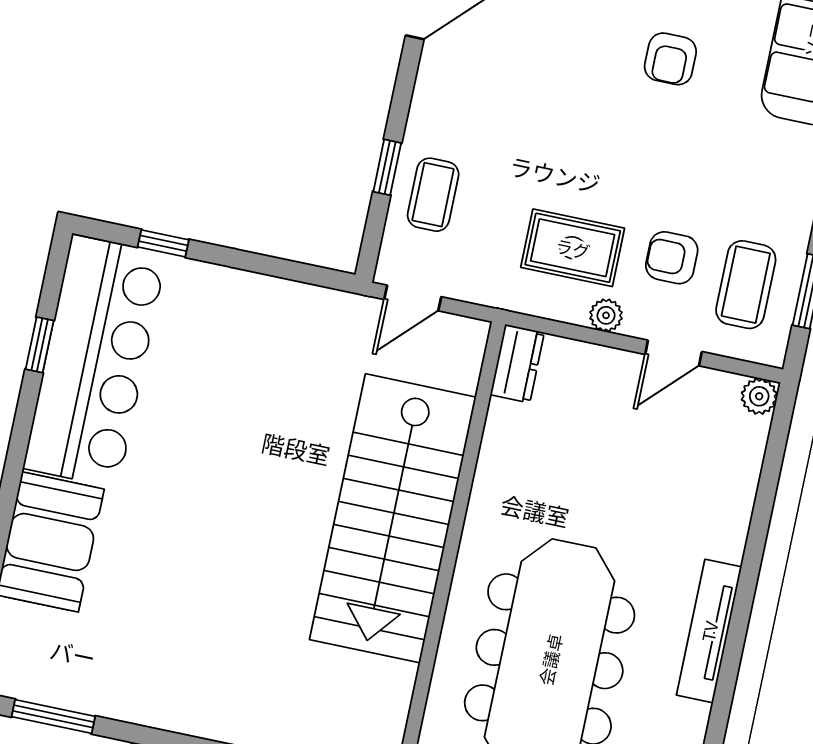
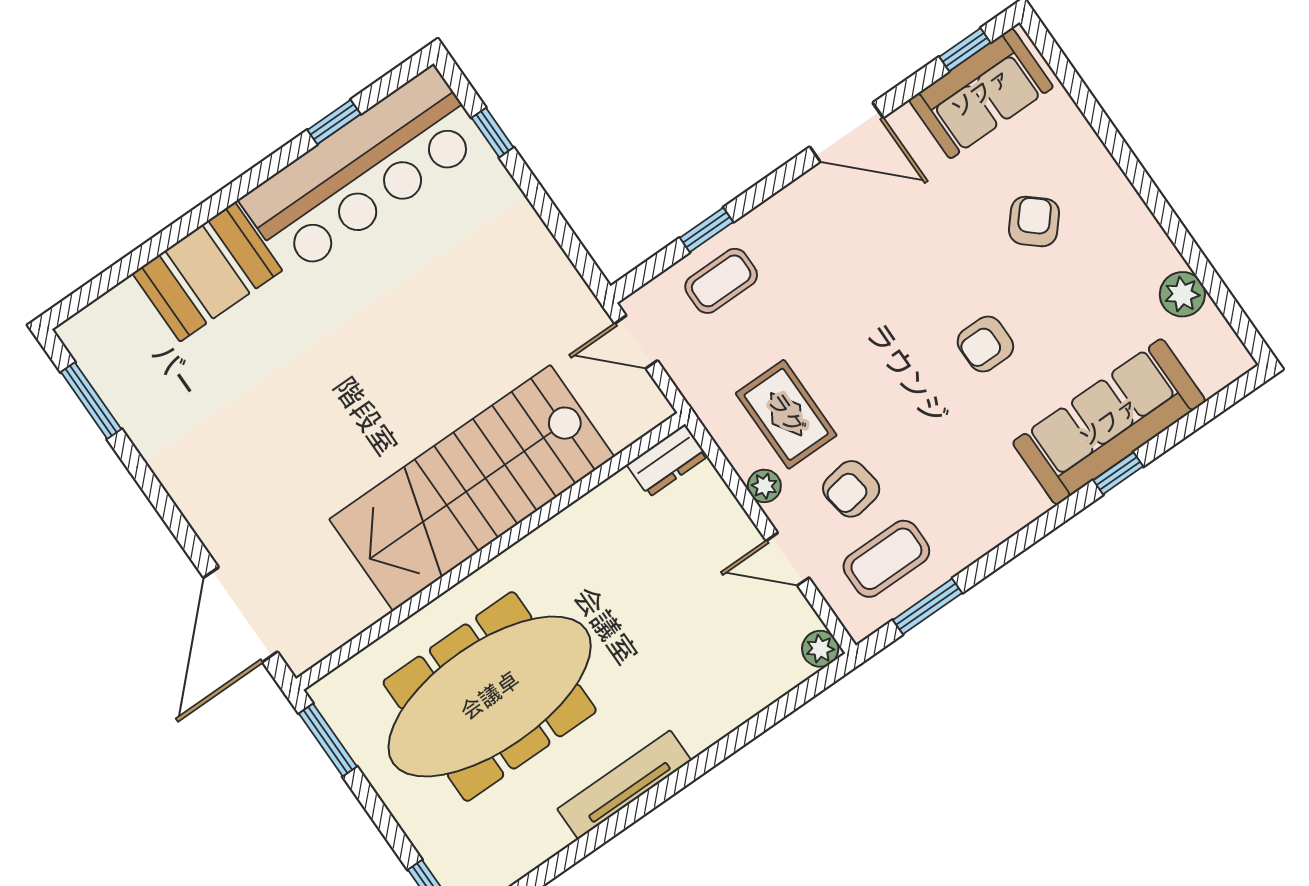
armchair: (672, 258) -> (851, 489), turned -99

